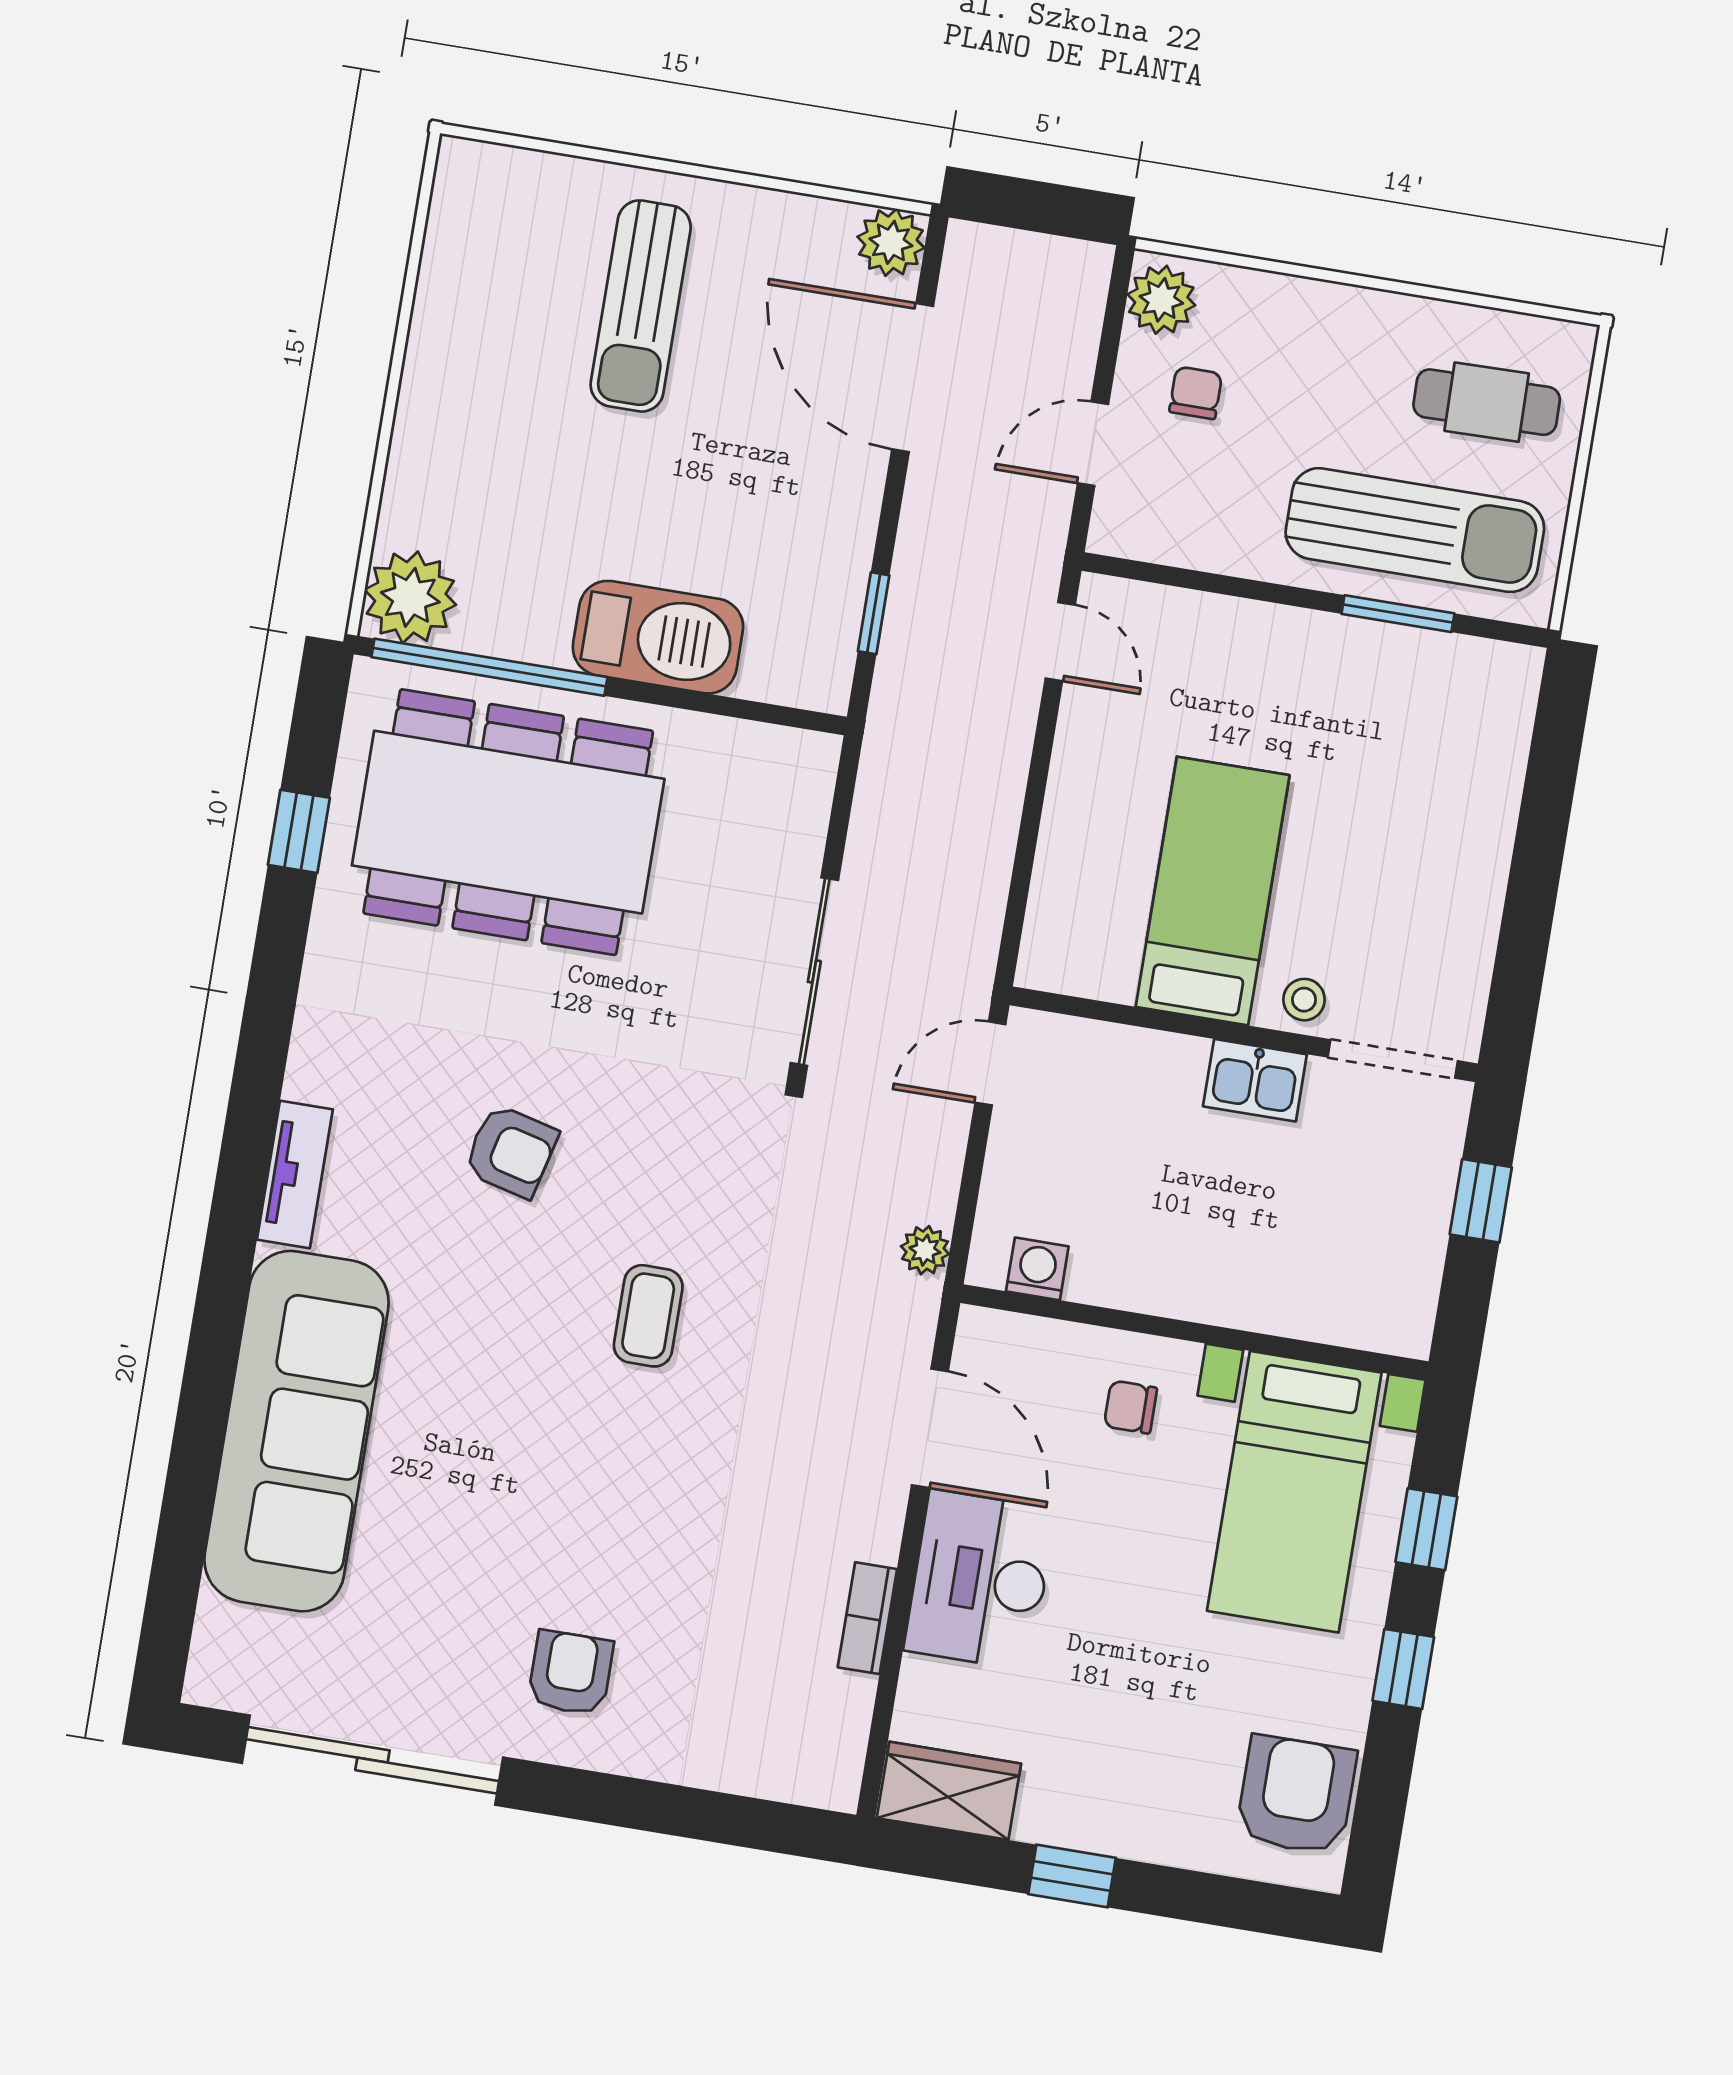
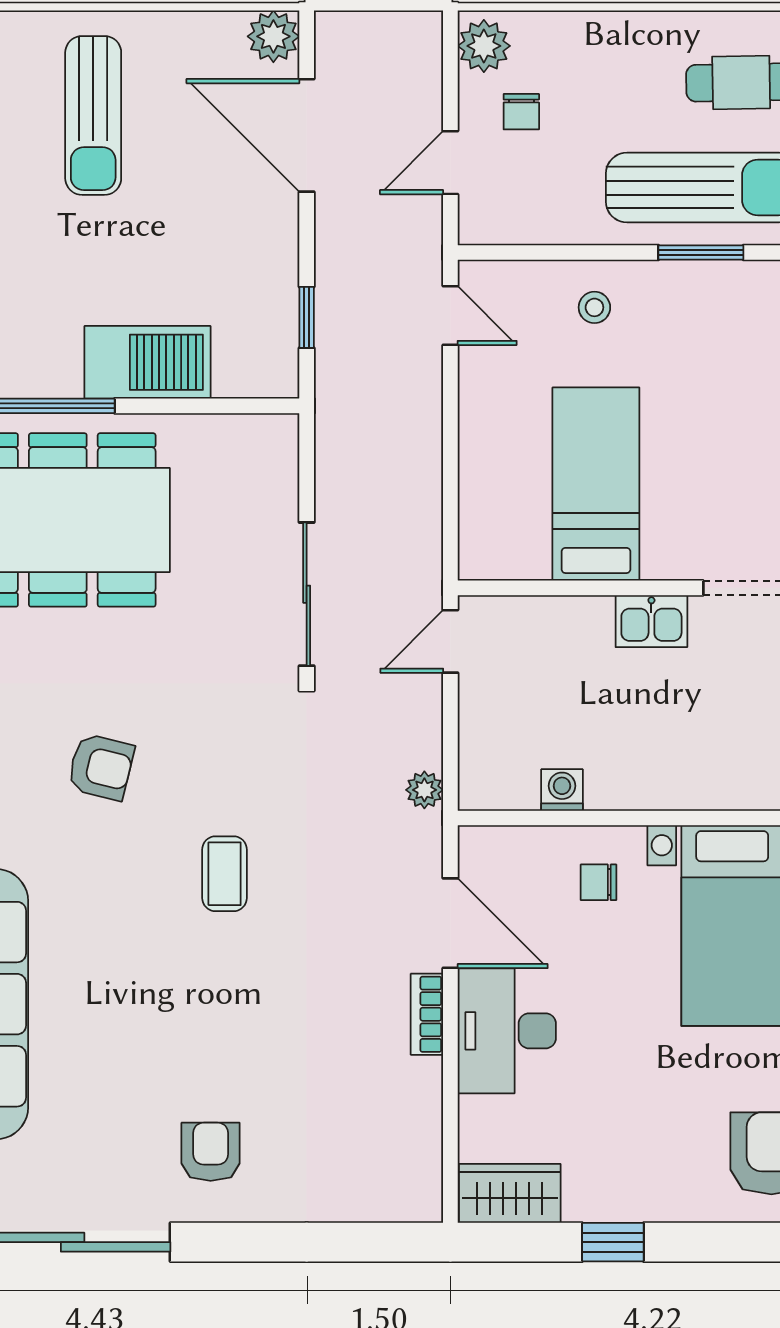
chair: (1196, 393) -> (521, 112), turned 180
stool: (1304, 1000) -> (594, 307), moved
washing machine: (1037, 1269) -> (562, 790), moved
bookcase: (867, 1618) -> (427, 1014), moved

